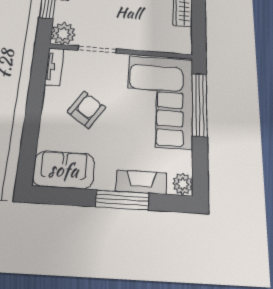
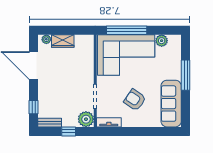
sofa: (64, 170) -> (171, 104), width x1.36
fireplace: (141, 182) -> (175, 65), removed
plant: (183, 184) -> (162, 41), moved

